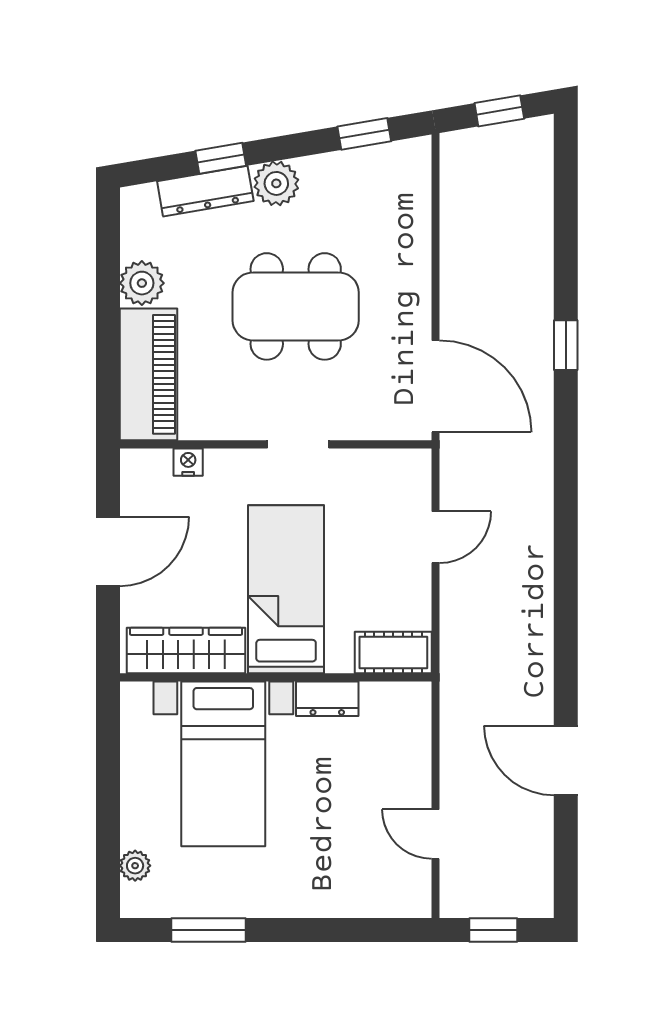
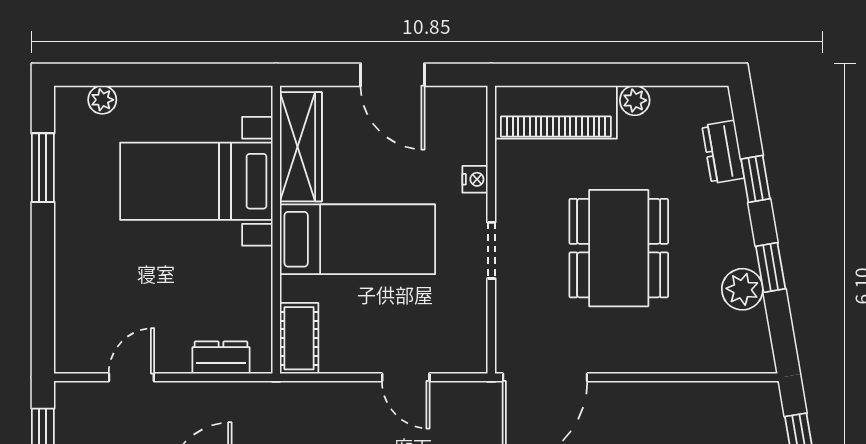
window: (364, 134) -> (771, 268), moved
plant: (276, 183) -> (742, 289), moved
dresser: (205, 191) -> (723, 152), width x0.70
plant: (142, 283) -> (635, 100), width x0.73, depth x0.73
nightstand: (188, 462) -> (475, 179), moved
dresser: (327, 699) -> (221, 358), moved, turned 90

